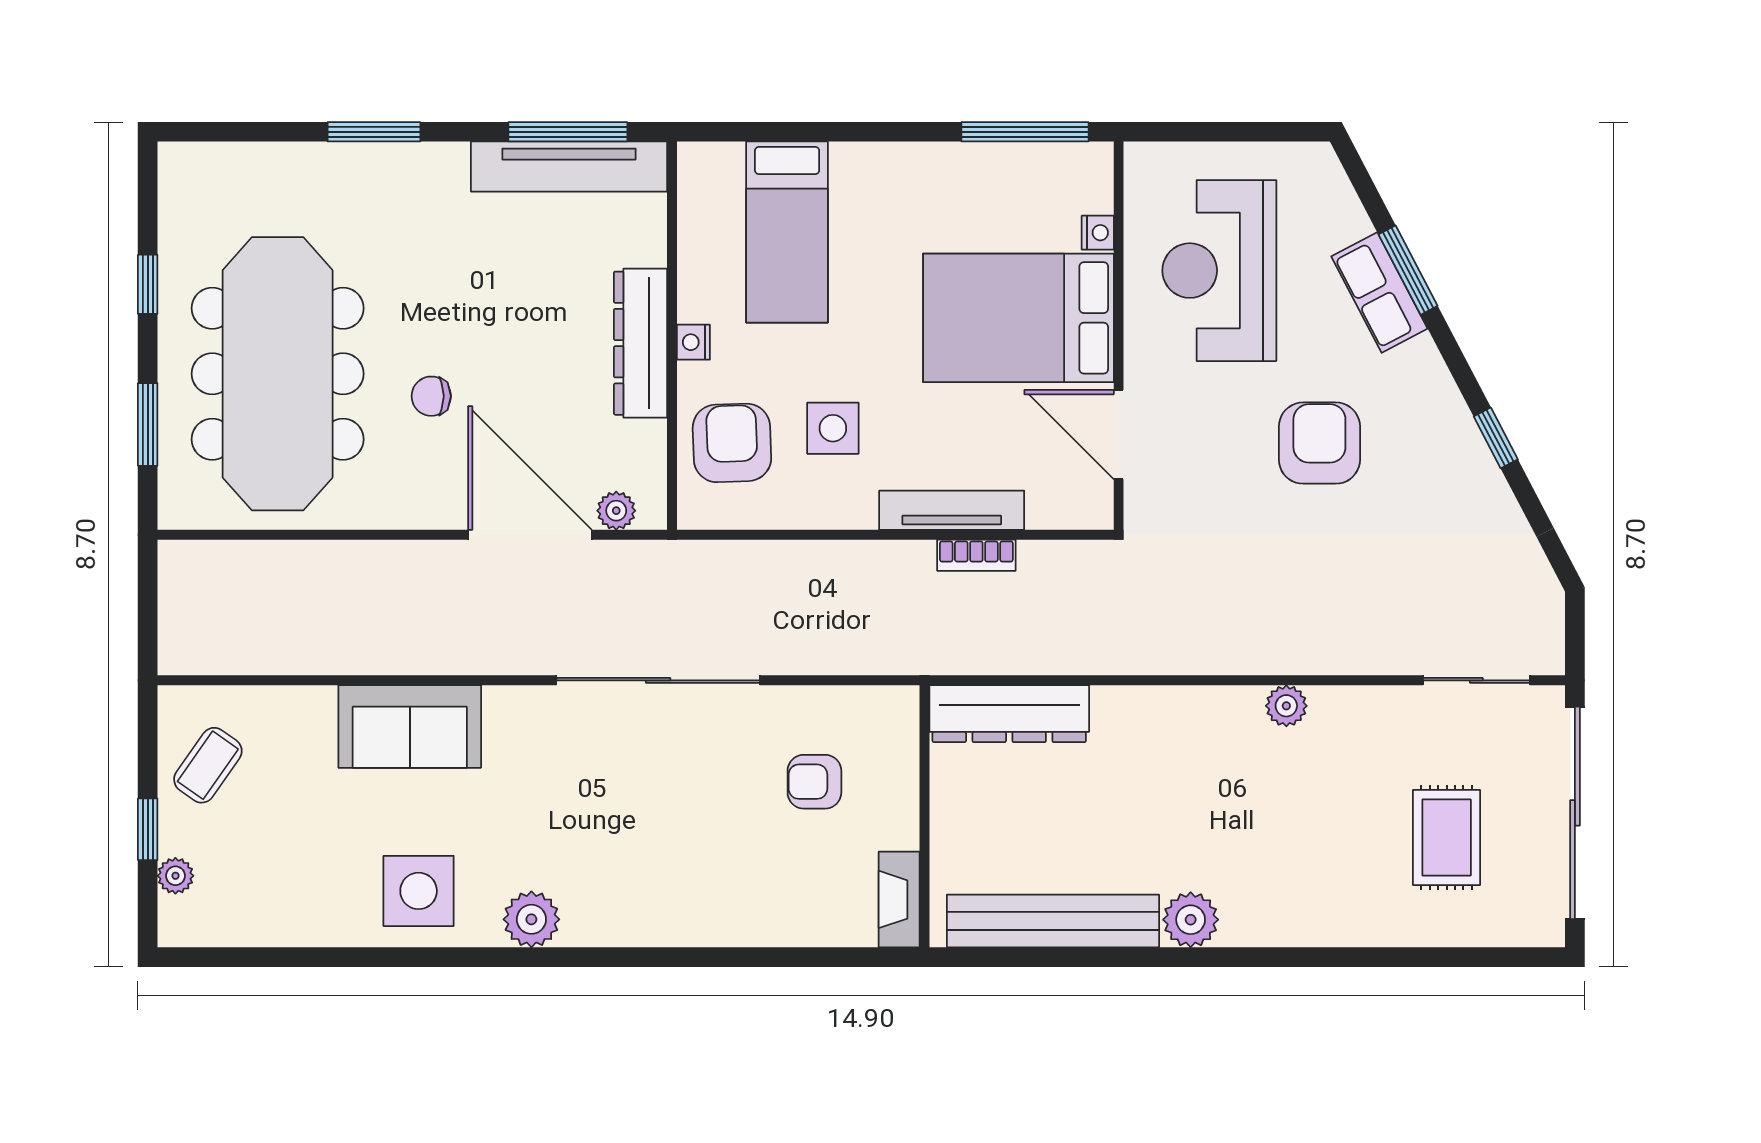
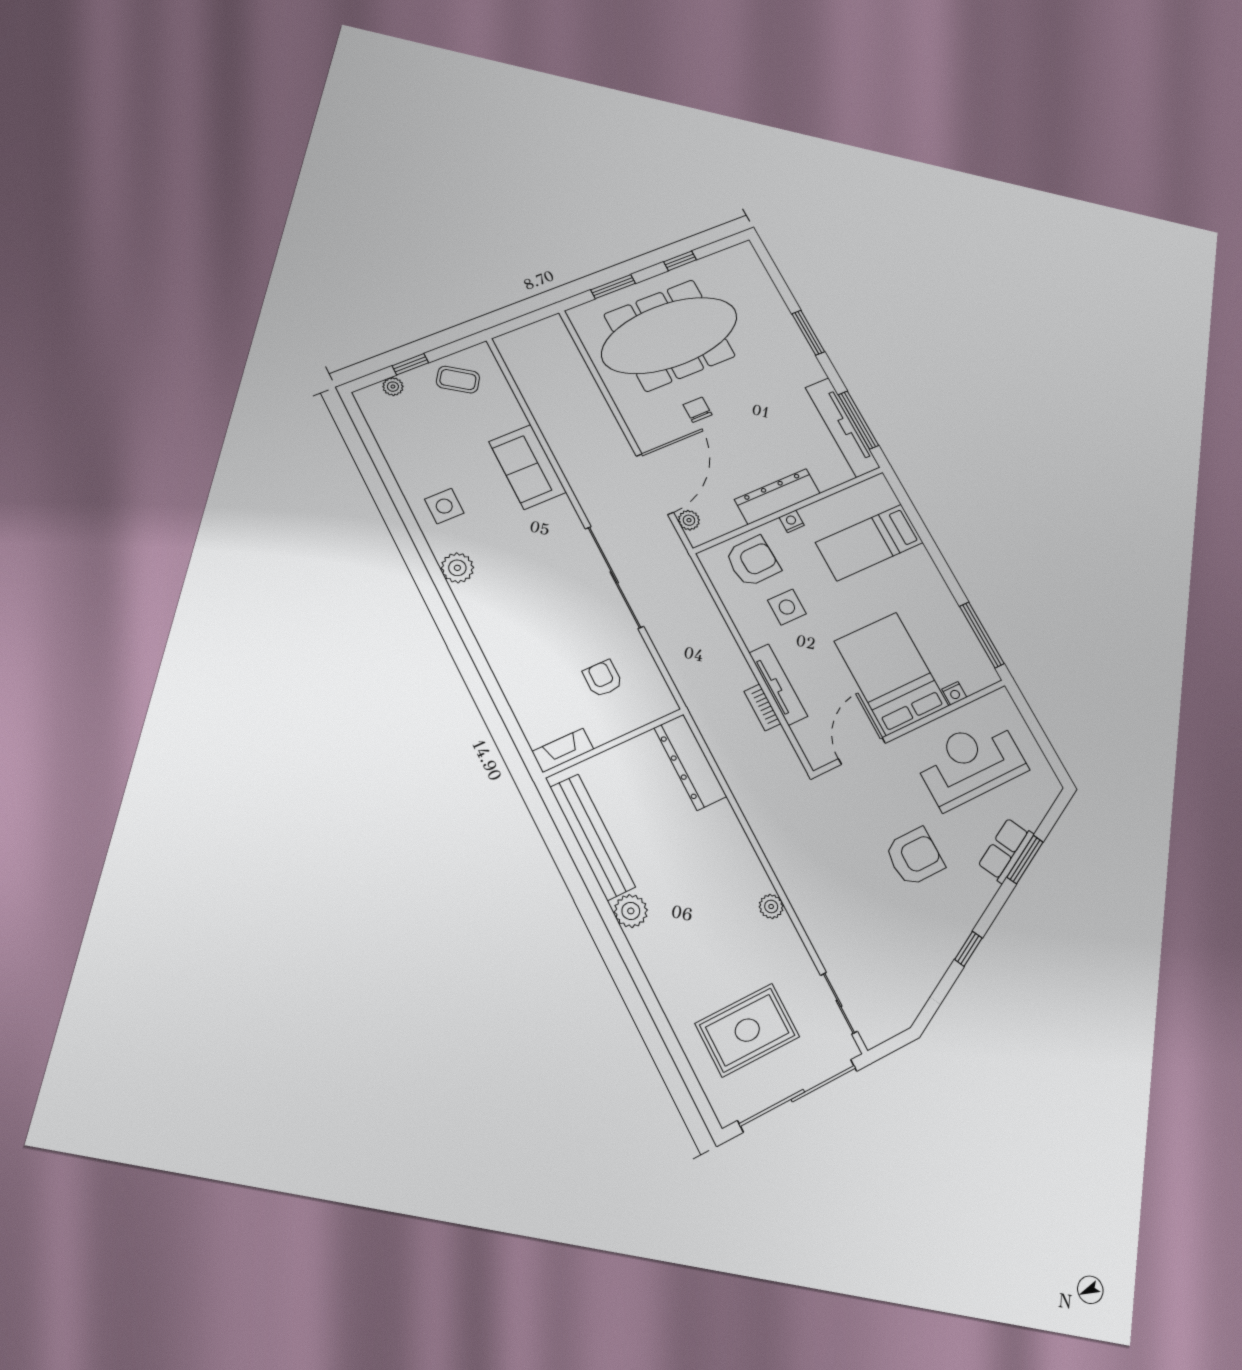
rug: (1447, 838) -> (747, 1030), width x1.36, depth x1.43
side table: (419, 891) -> (444, 506), width x0.73, depth x0.73

